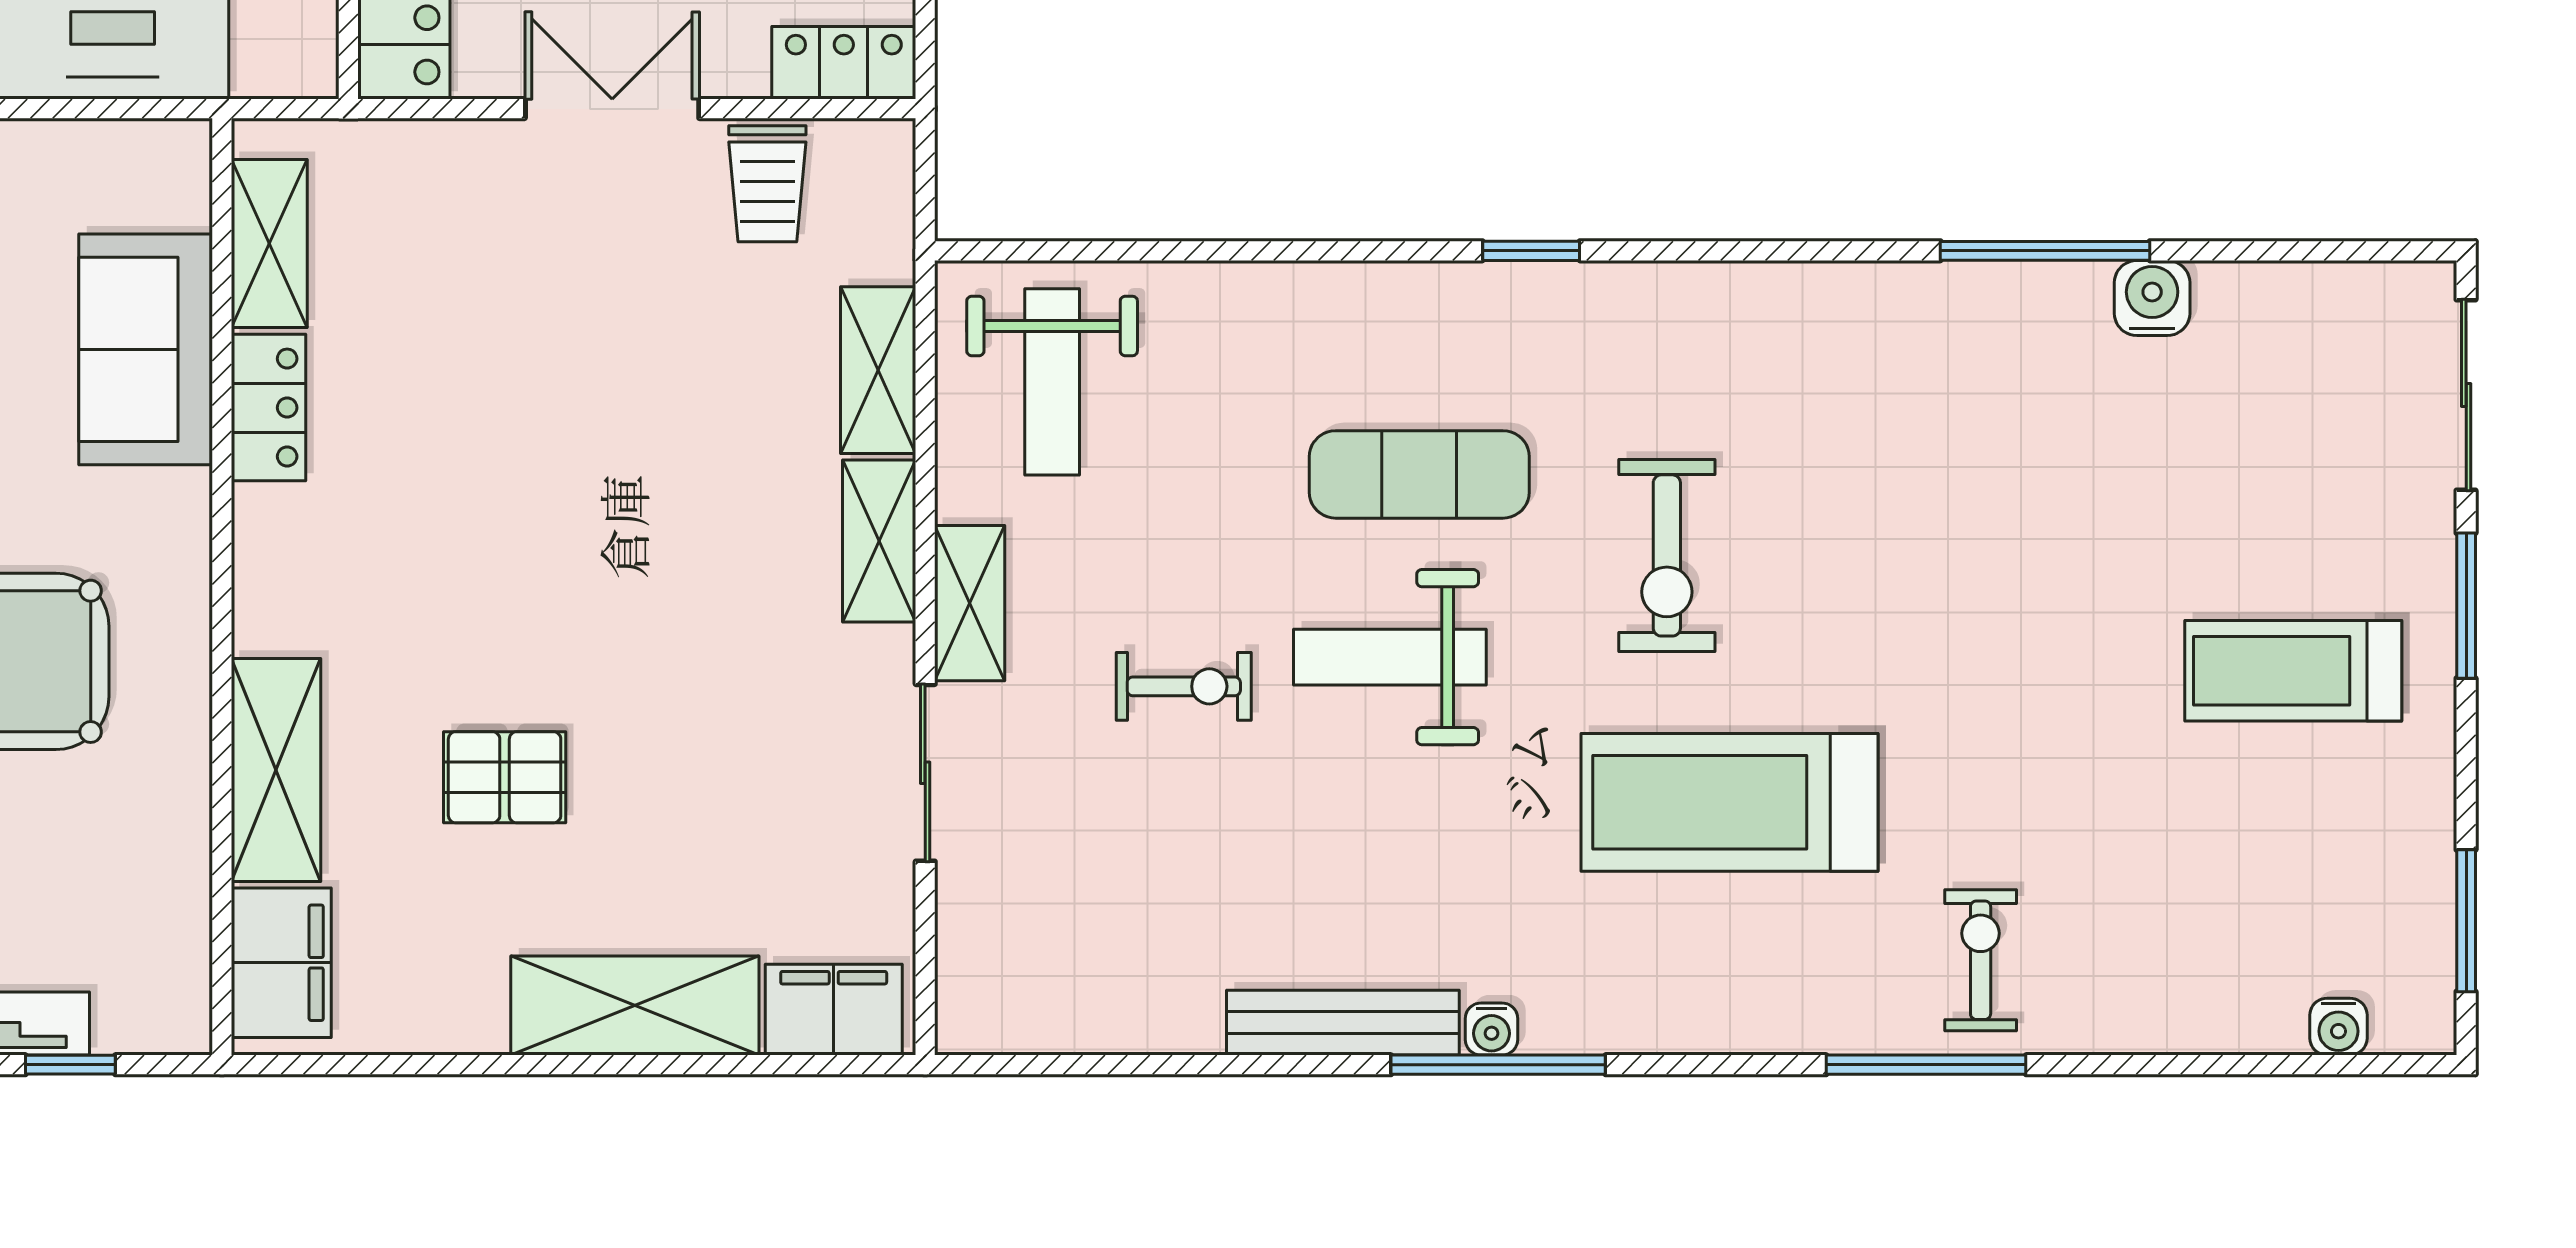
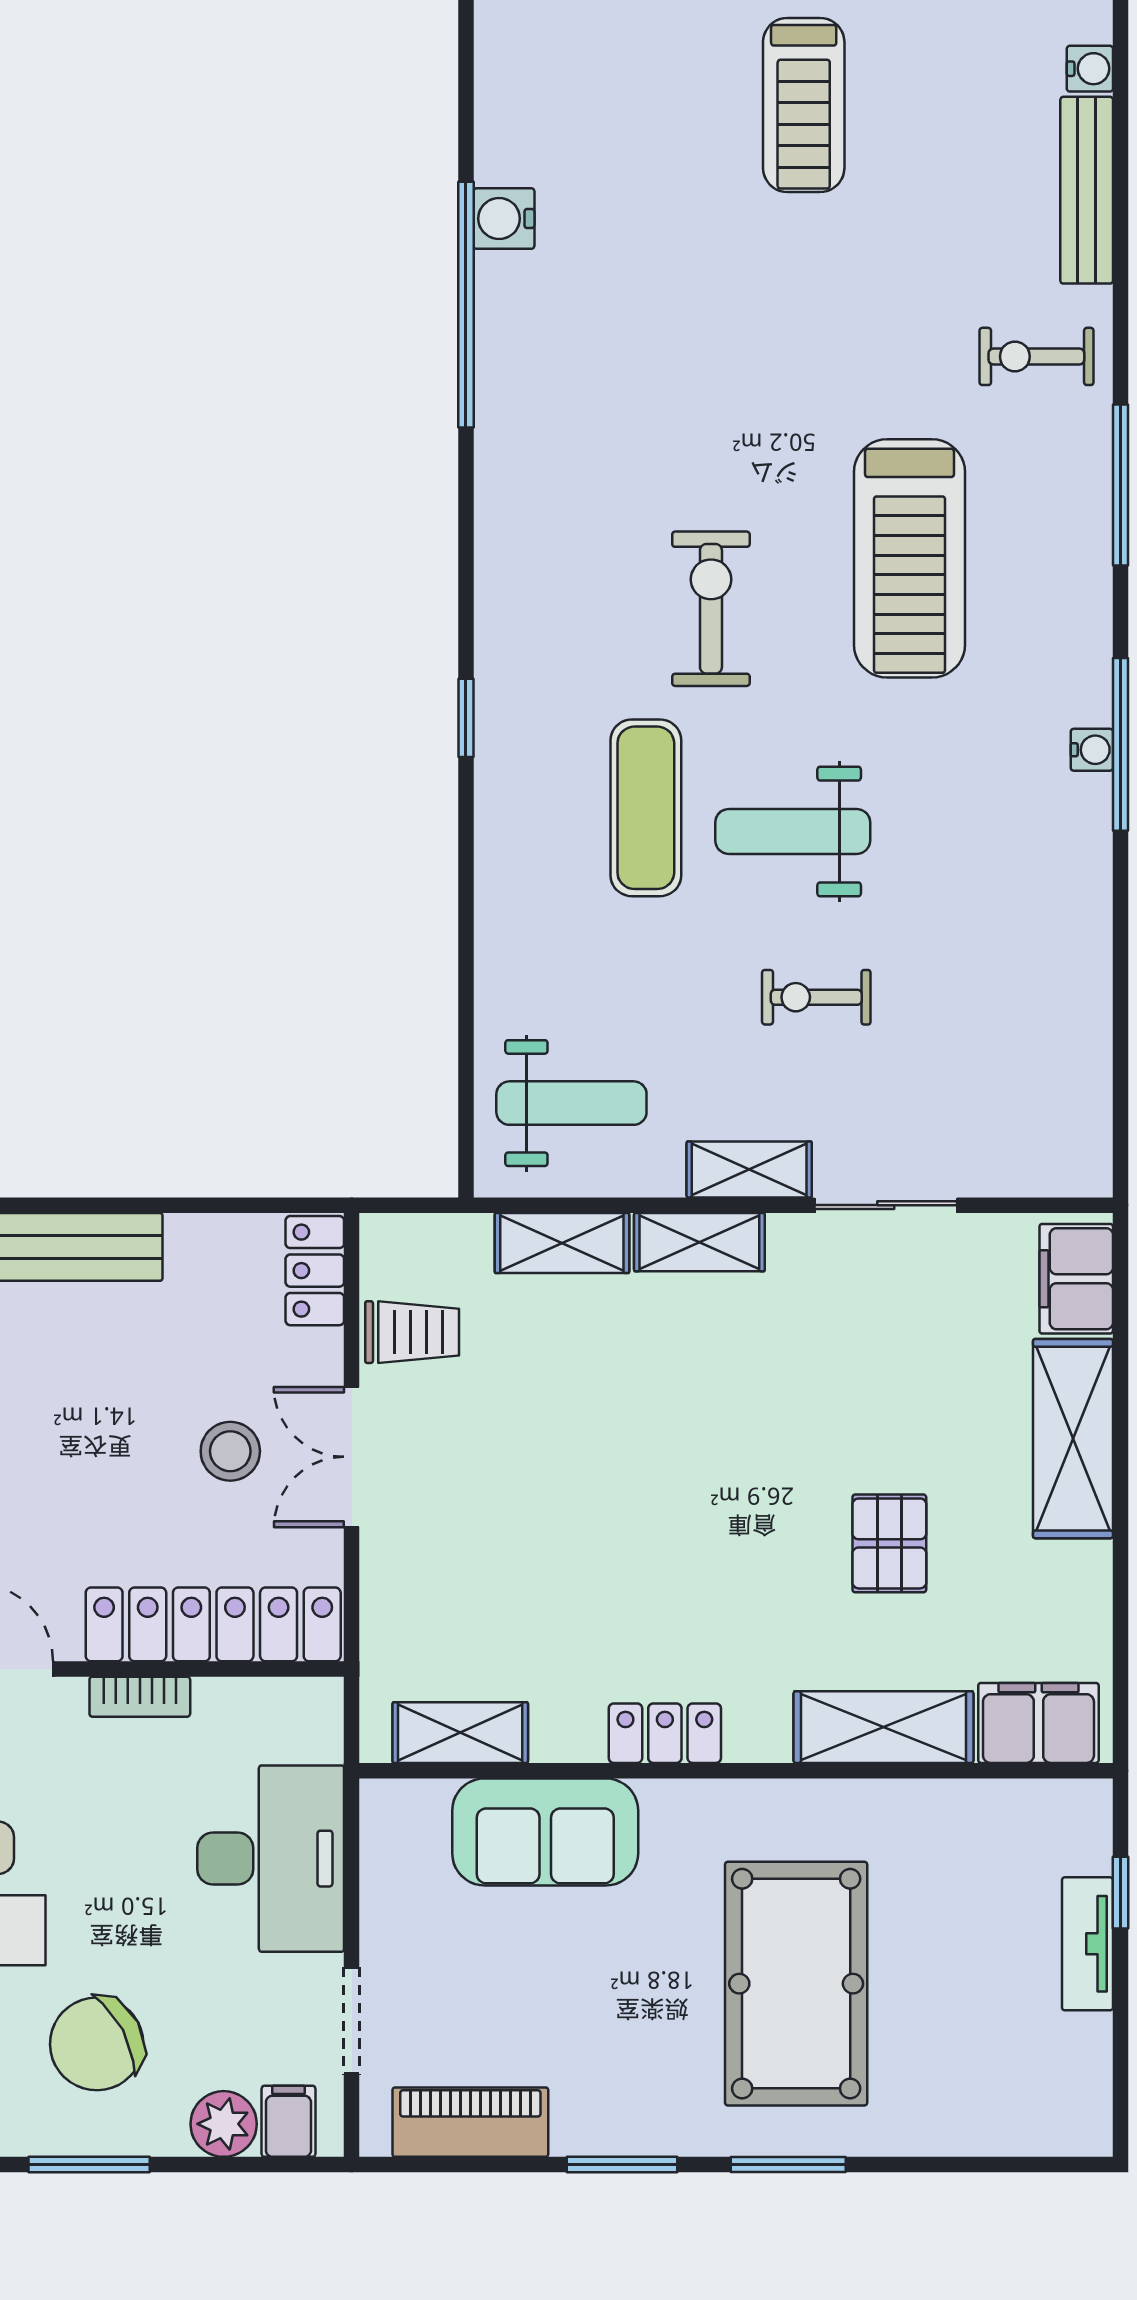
window: (2045, 251) -> (466, 305), width x1.46
locker: (269, 408) -> (665, 1733), moved
exercise bike: (1667, 555) -> (711, 609), turned -90
weight bench: (1390, 657) -> (793, 831), turned 90
exercise bike: (1184, 686) -> (816, 997), turned -90
bench: (1343, 1023) -> (1087, 190), moved
window: (1926, 1065) -> (1120, 485), moved

